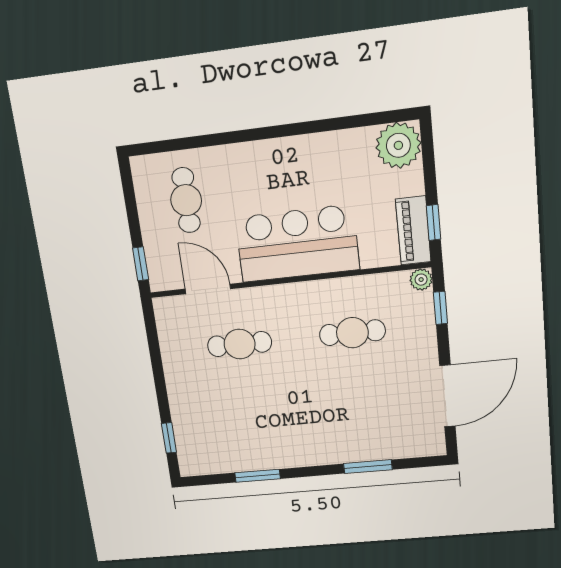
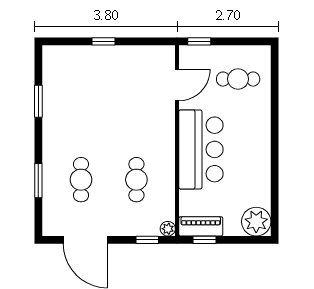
cafe table: (240, 344) -> (81, 180), moved
window: (169, 438) -> (104, 41), moved

